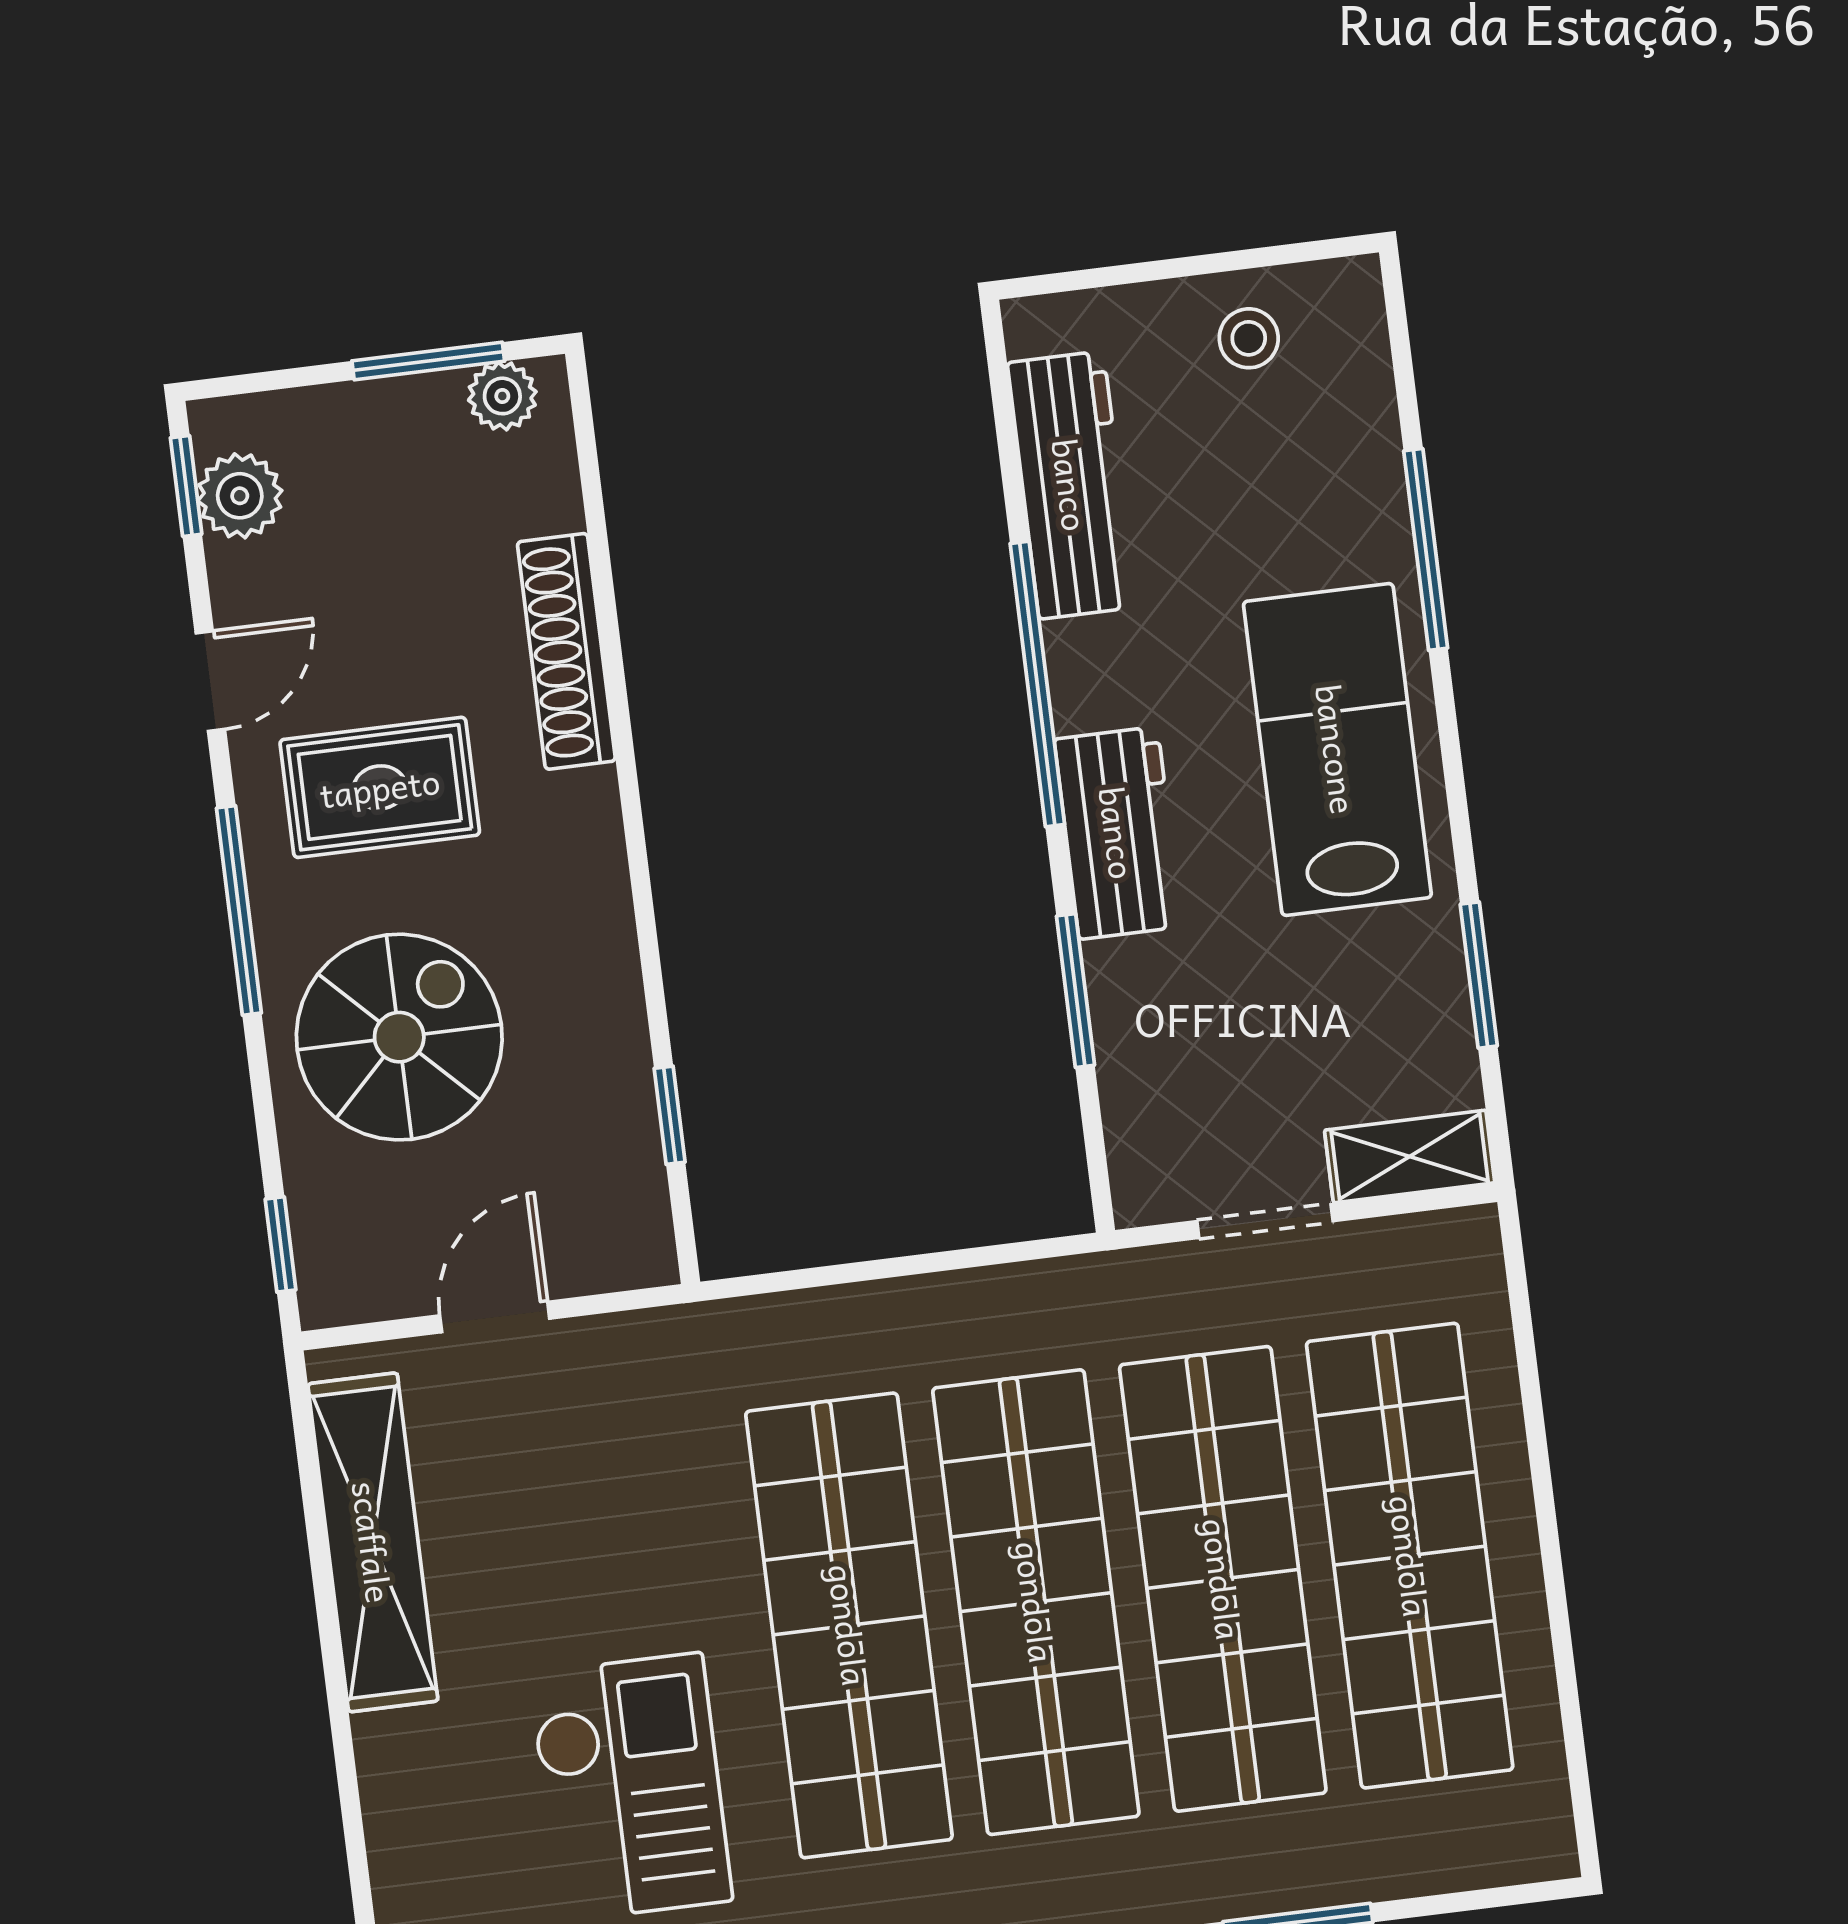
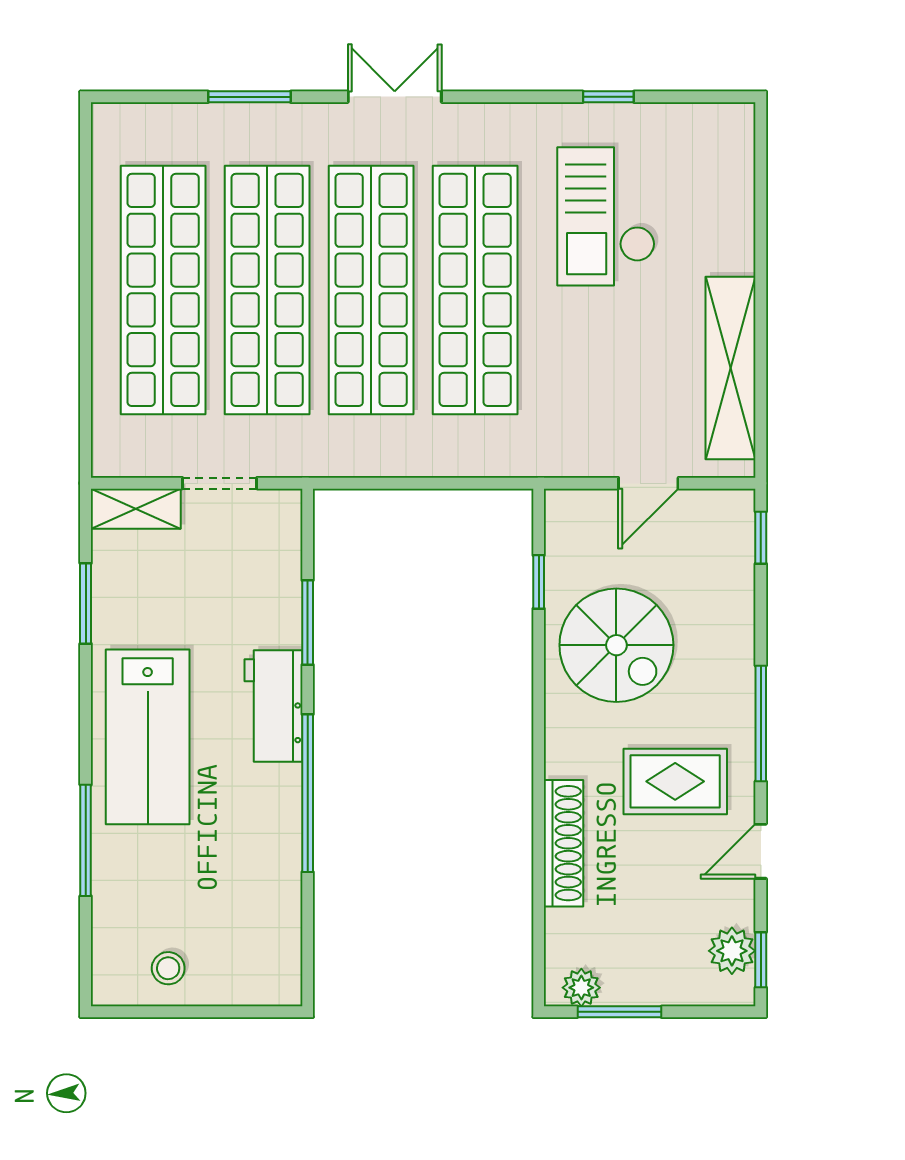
workbench: (1071, 485) -> (275, 900), removed
spiral stairs: (399, 1037) -> (616, 645), moved, turned -90

